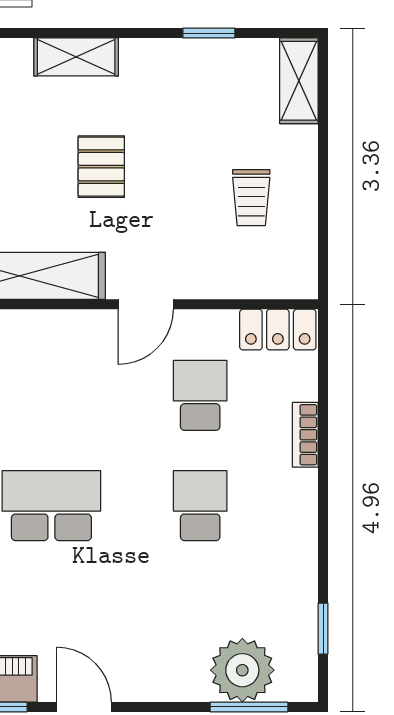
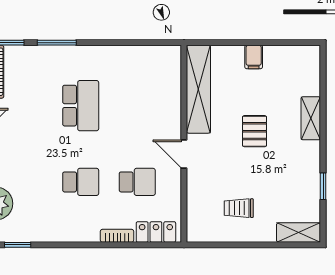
pallet: (101, 167) -> (255, 131), turned 90
locker: (278, 330) -> (156, 232), moved, turned 90

